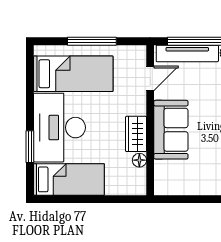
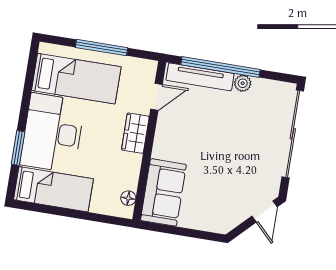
sofa: (171, 130) -> (163, 192), moved
wardrobe: (136, 134) -> (135, 133), moved
floor lamp: (139, 160) -> (128, 198), moved

